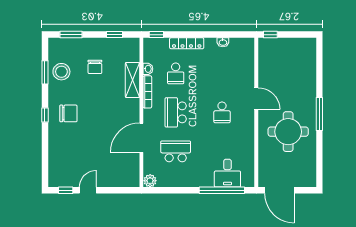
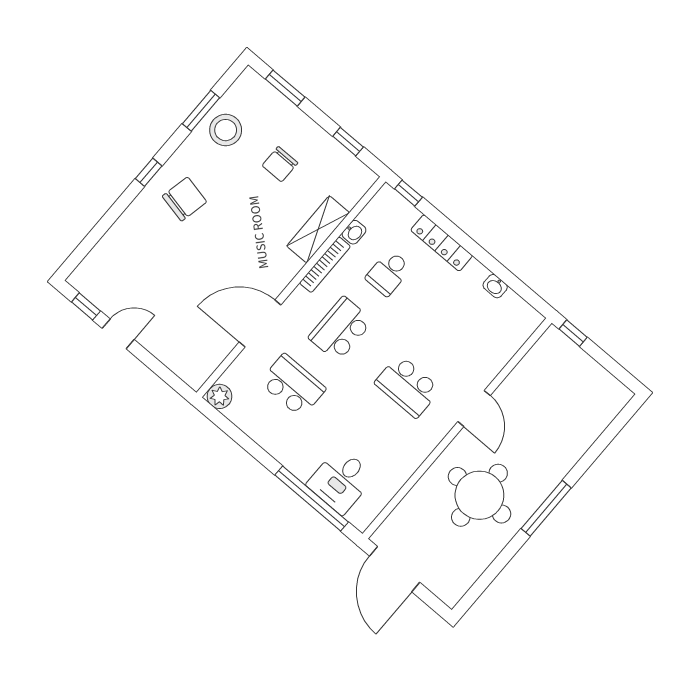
school desk: (222, 112) -> (408, 386), width x1.85
chair: (68, 113) -> (185, 199), turned -78

